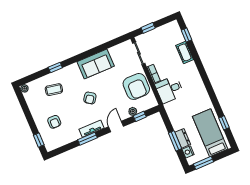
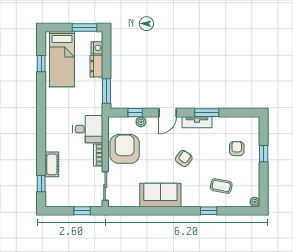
window: (39, 140) -> (264, 154), moved
window: (175, 141) -> (107, 91), moved

